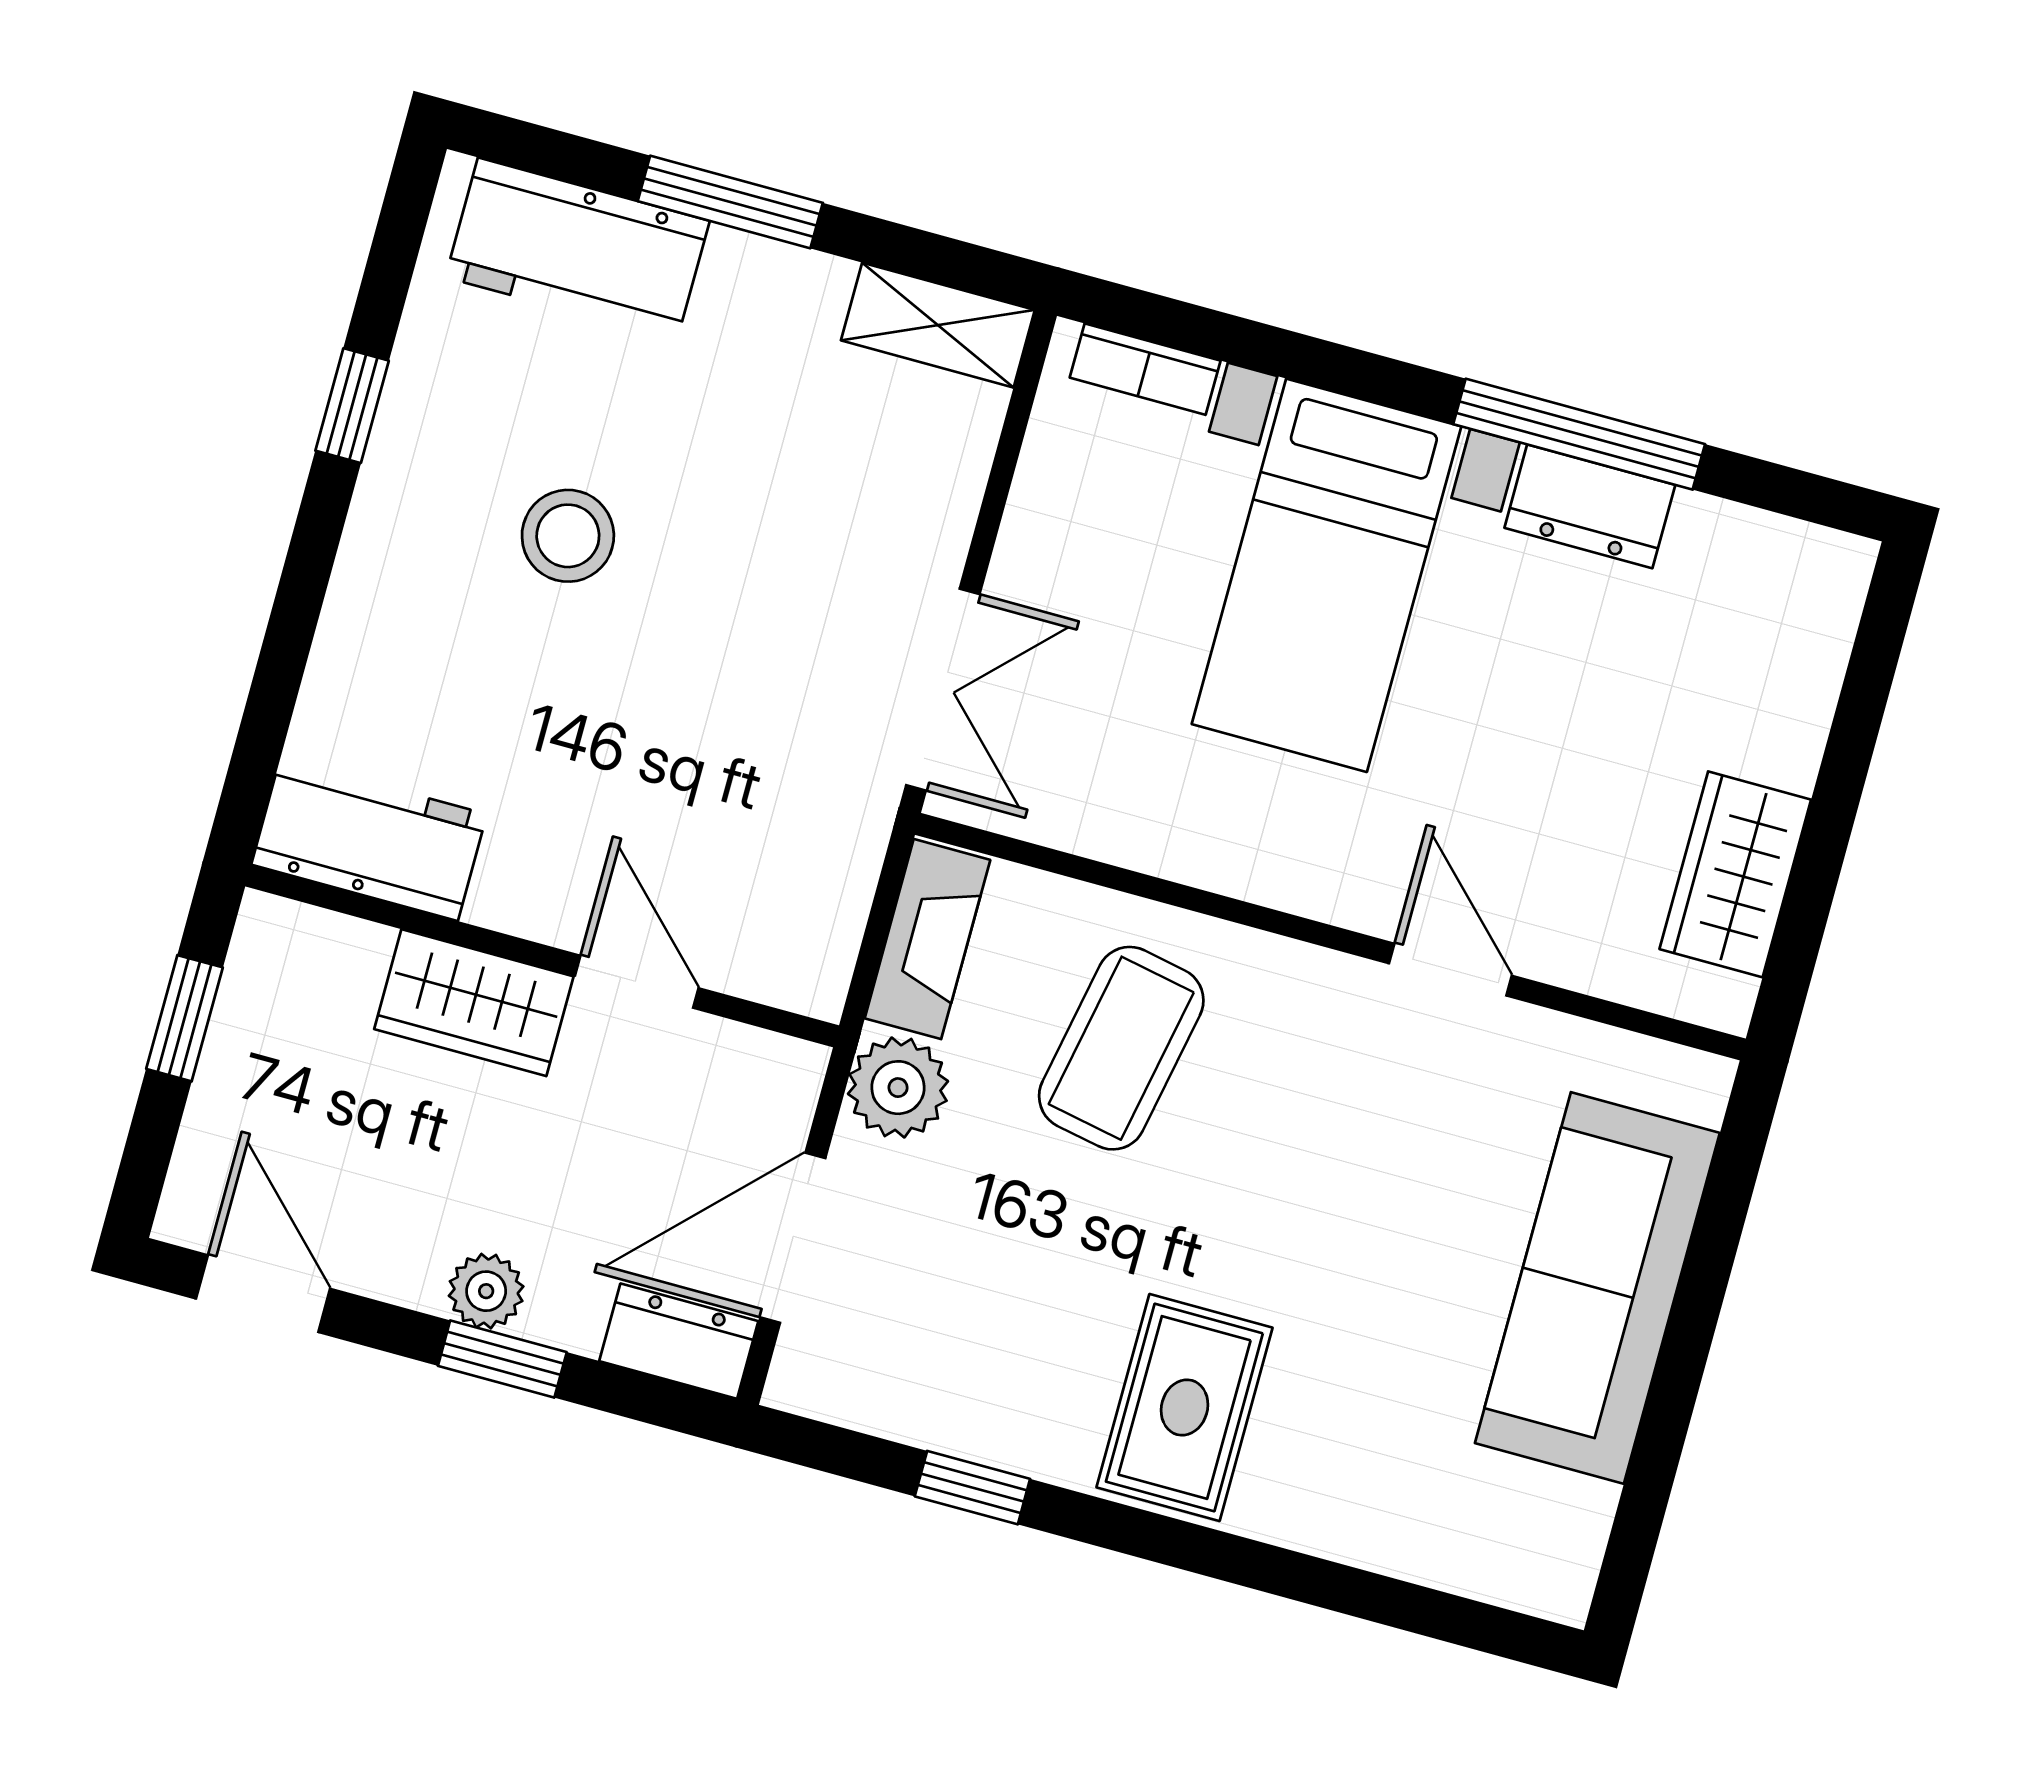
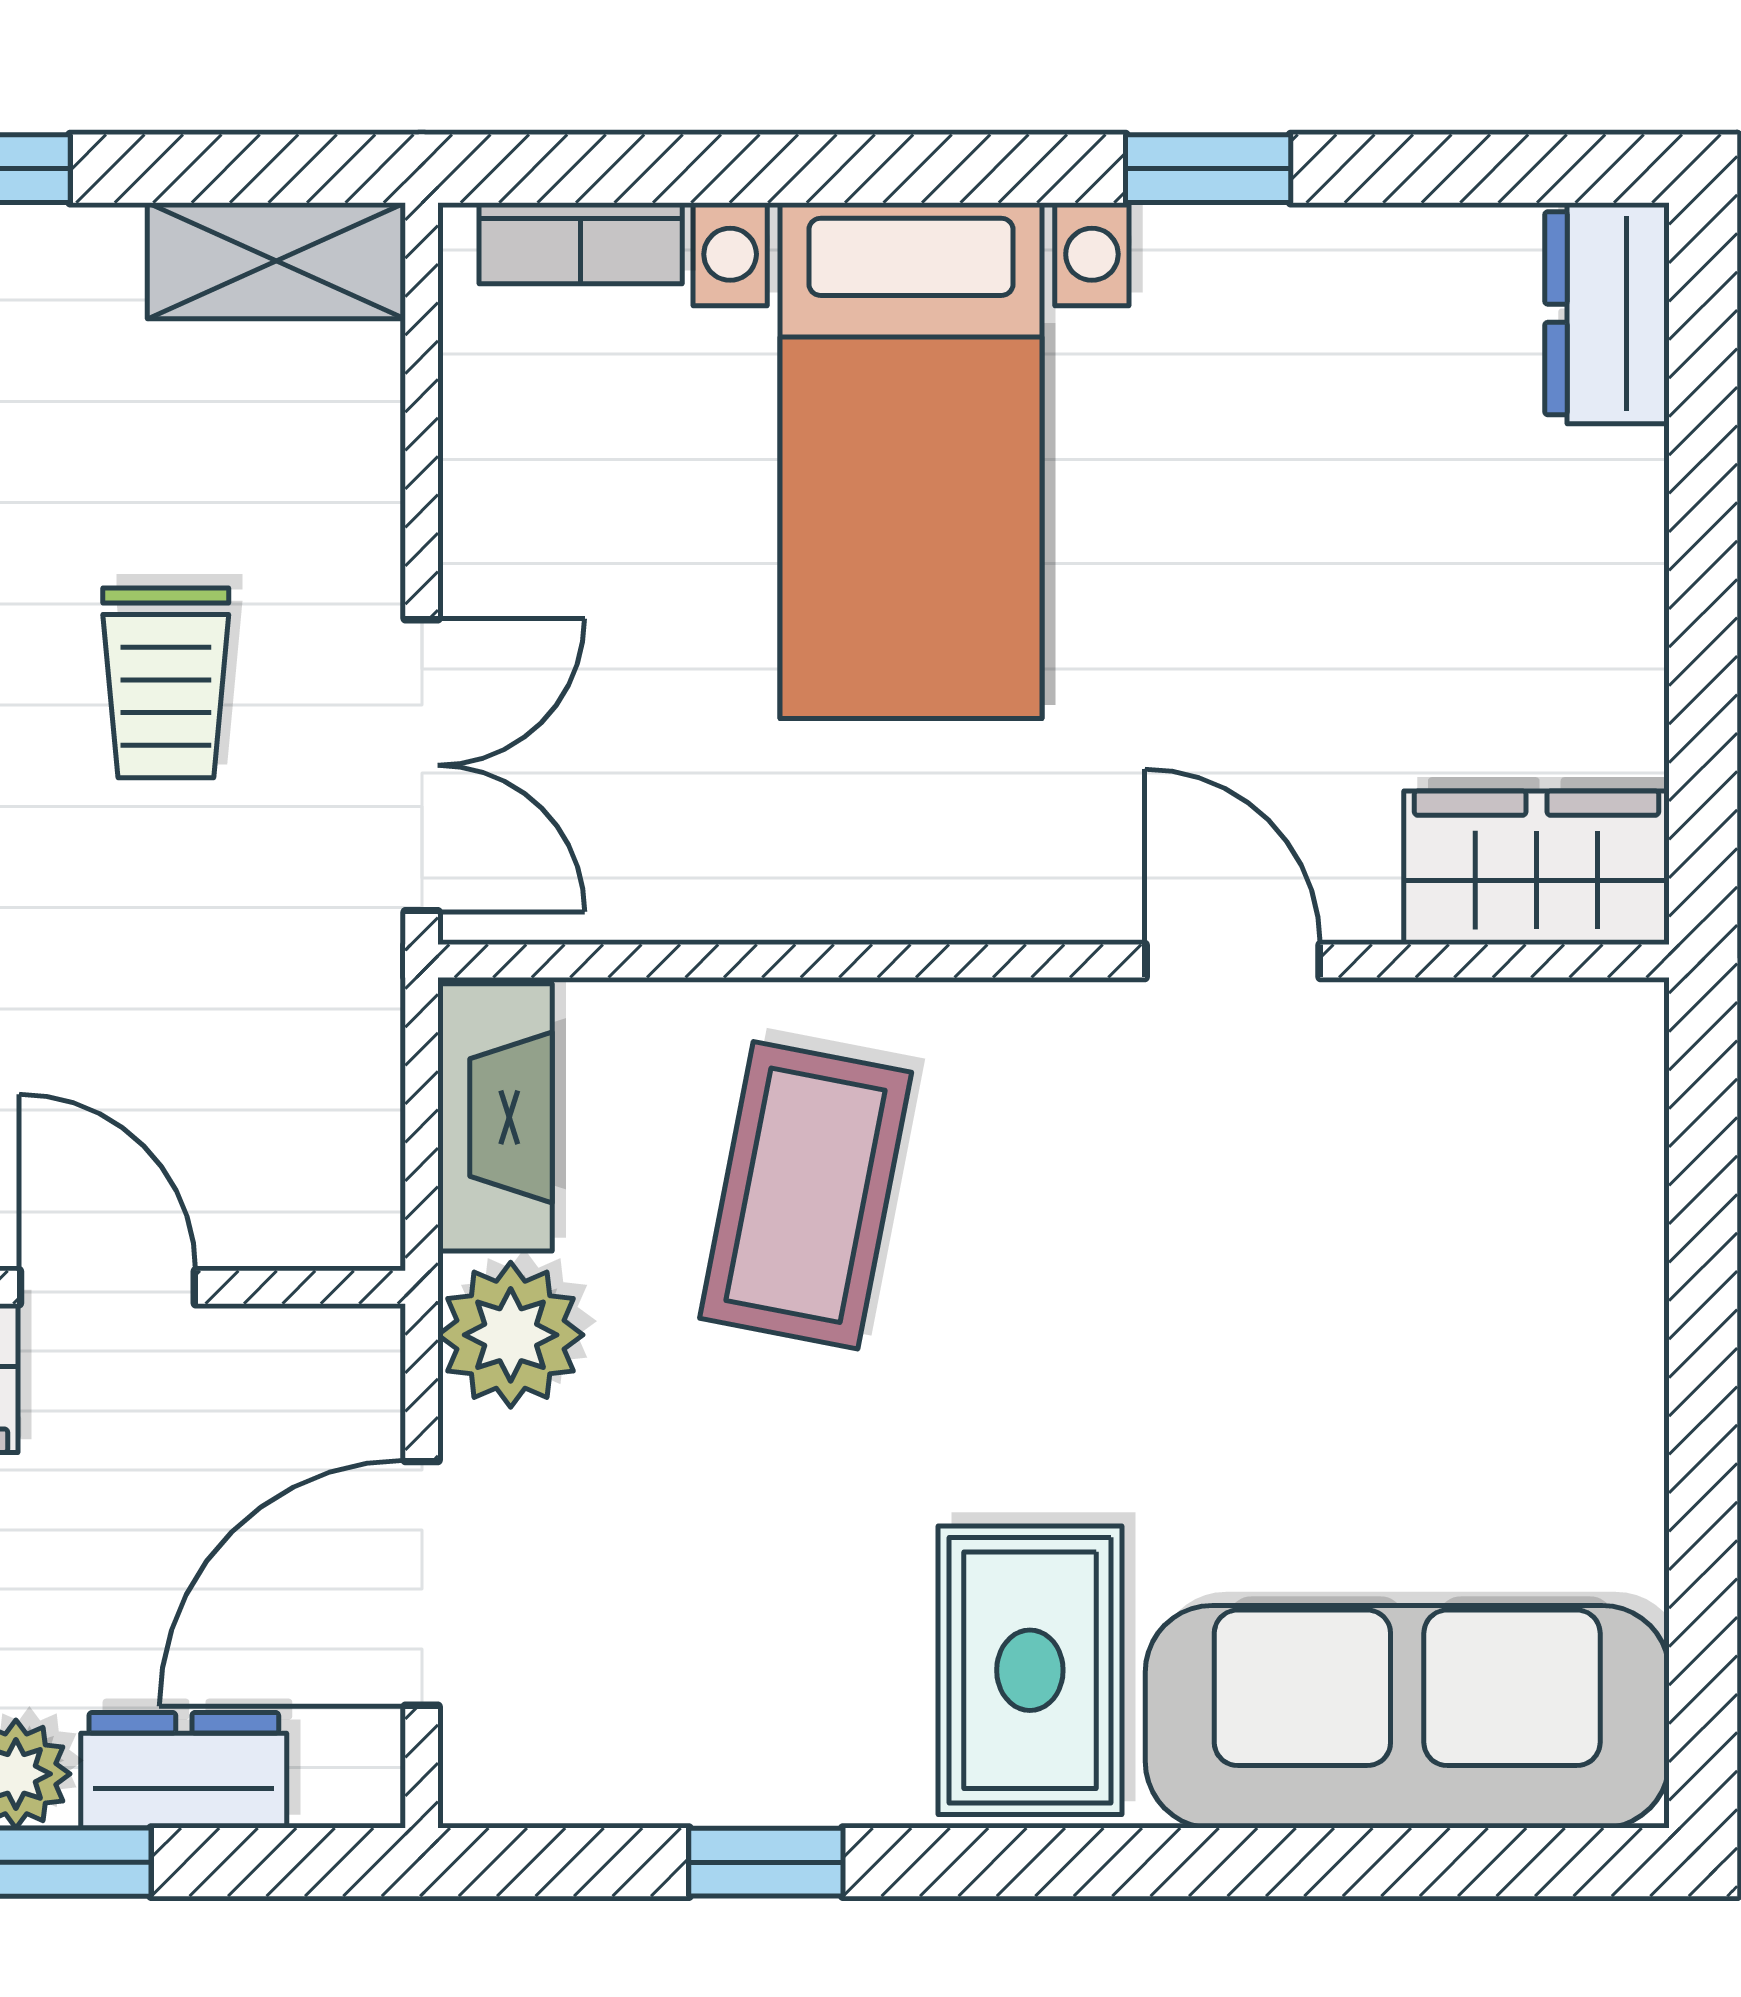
window: (1579, 434) -> (1208, 169), width x0.46
dresser: (1590, 506) -> (1607, 313), moved, turned 90
trolley: (787, 588) -> (166, 683), added
wardrobe: (1735, 874) -> (1537, 868), moved, turned 90
sofa: (1597, 1288) -> (1407, 1717), moved, turned 90
dresser: (679, 1341) -> (184, 1770), moved

